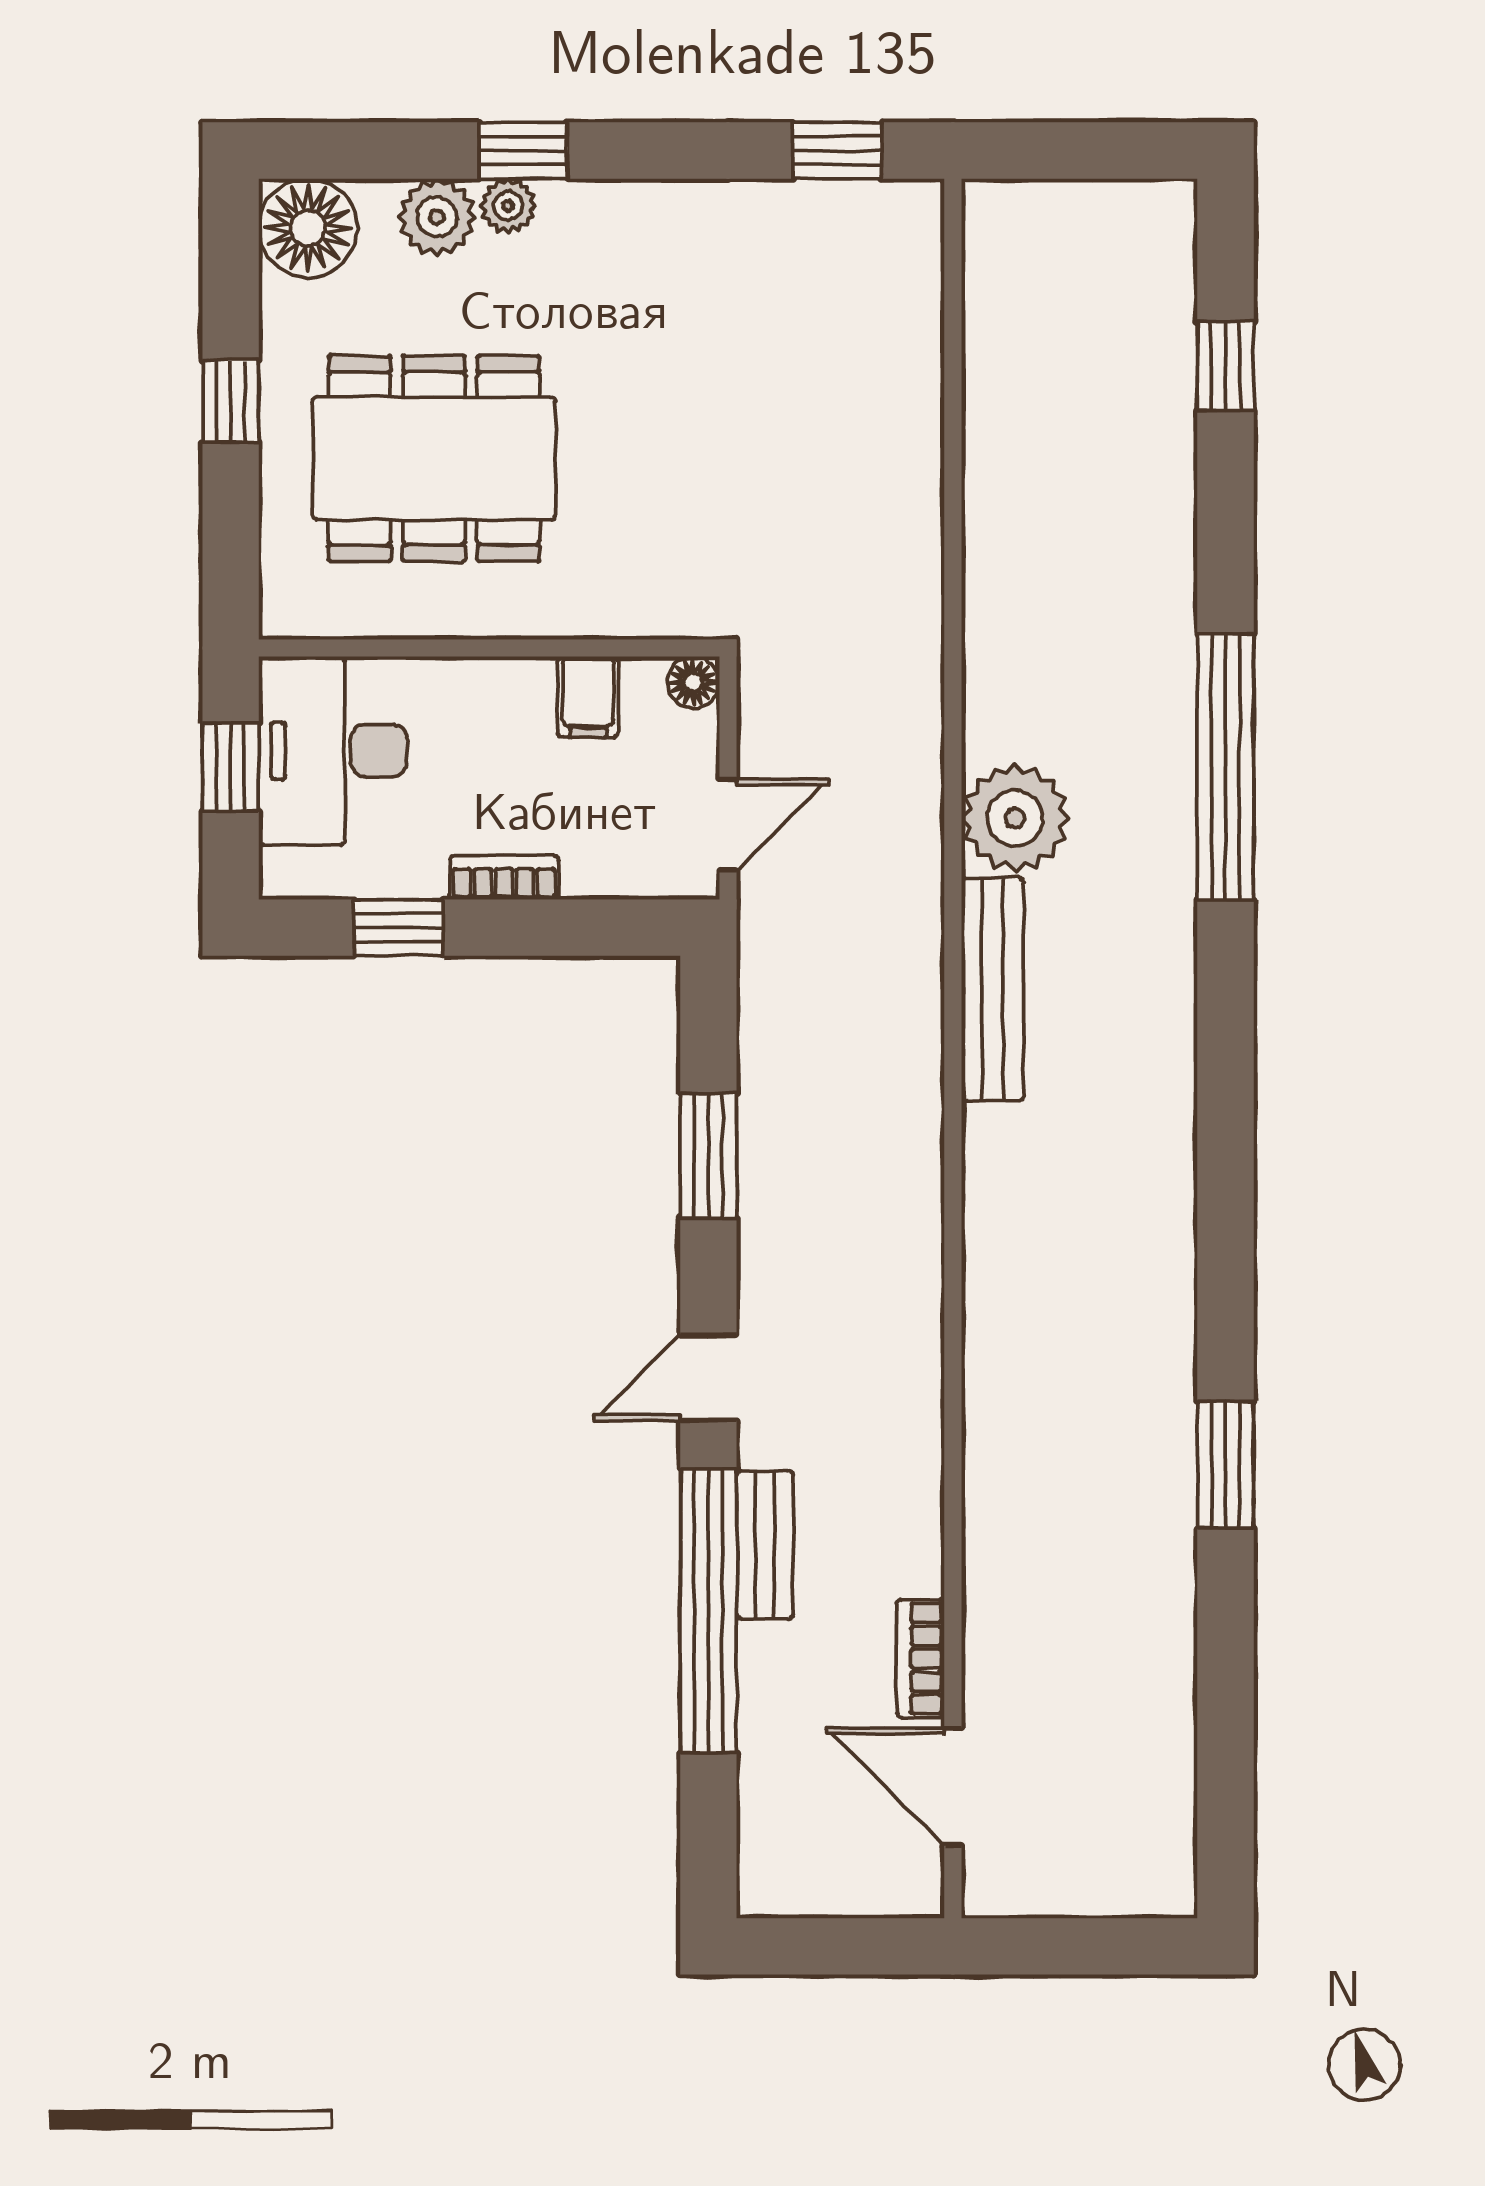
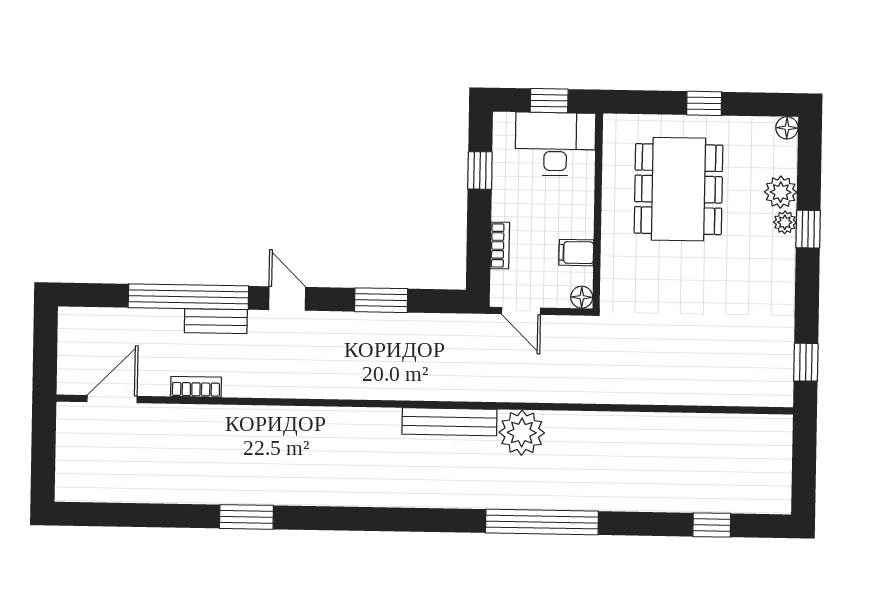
floor lamp: (308, 228) -> (787, 128), width x0.53, depth x0.53
bookcase: (504, 878) -> (500, 246), moved
bookcase: (921, 1658) -> (196, 387), moved

